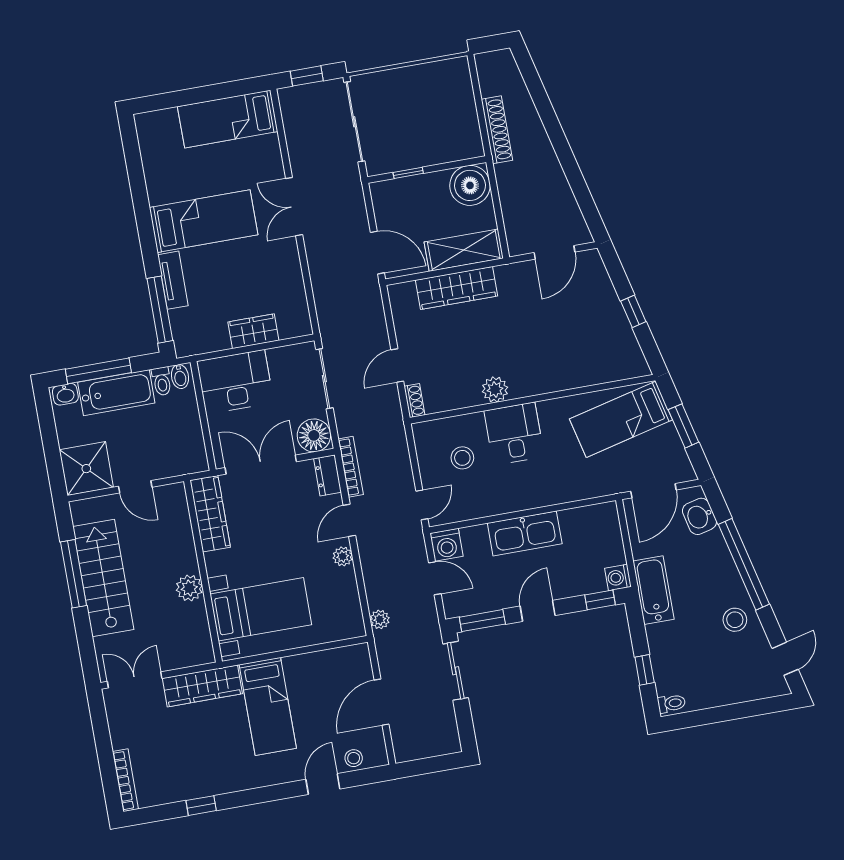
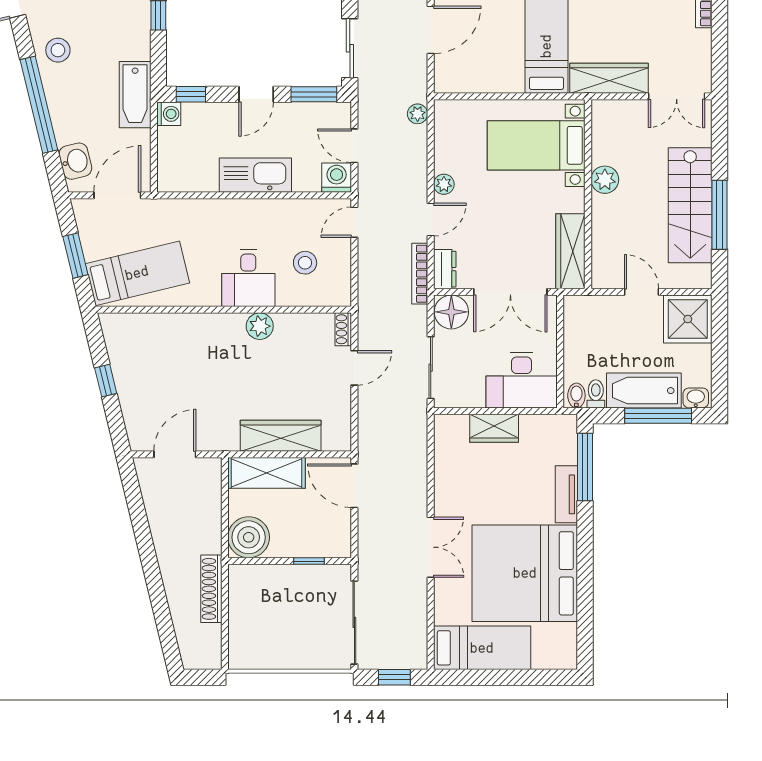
bed: (204, 221) -> (525, 573), width x2.04

